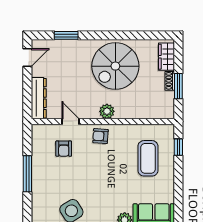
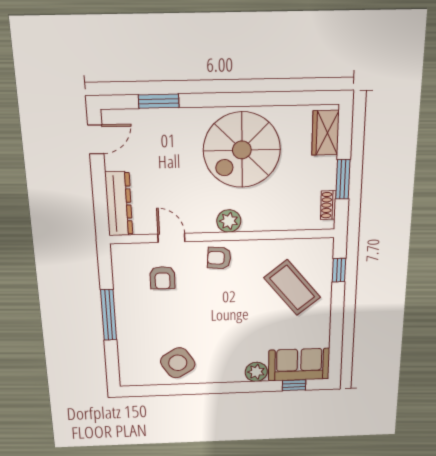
shoe rack: (170, 81) -> (328, 205), moved
coffee table: (148, 158) -> (292, 288), turned -39

